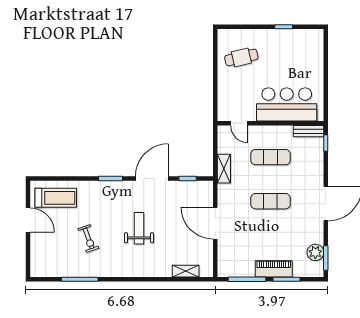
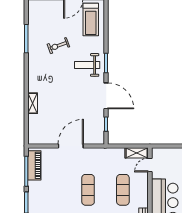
shelving: (224, 169) -> (137, 153), moved
weight bench: (139, 228) -> (87, 65), moved, turned 180
piano: (274, 269) -> (34, 165), moved
shelving: (186, 271) -> (33, 103), moved

